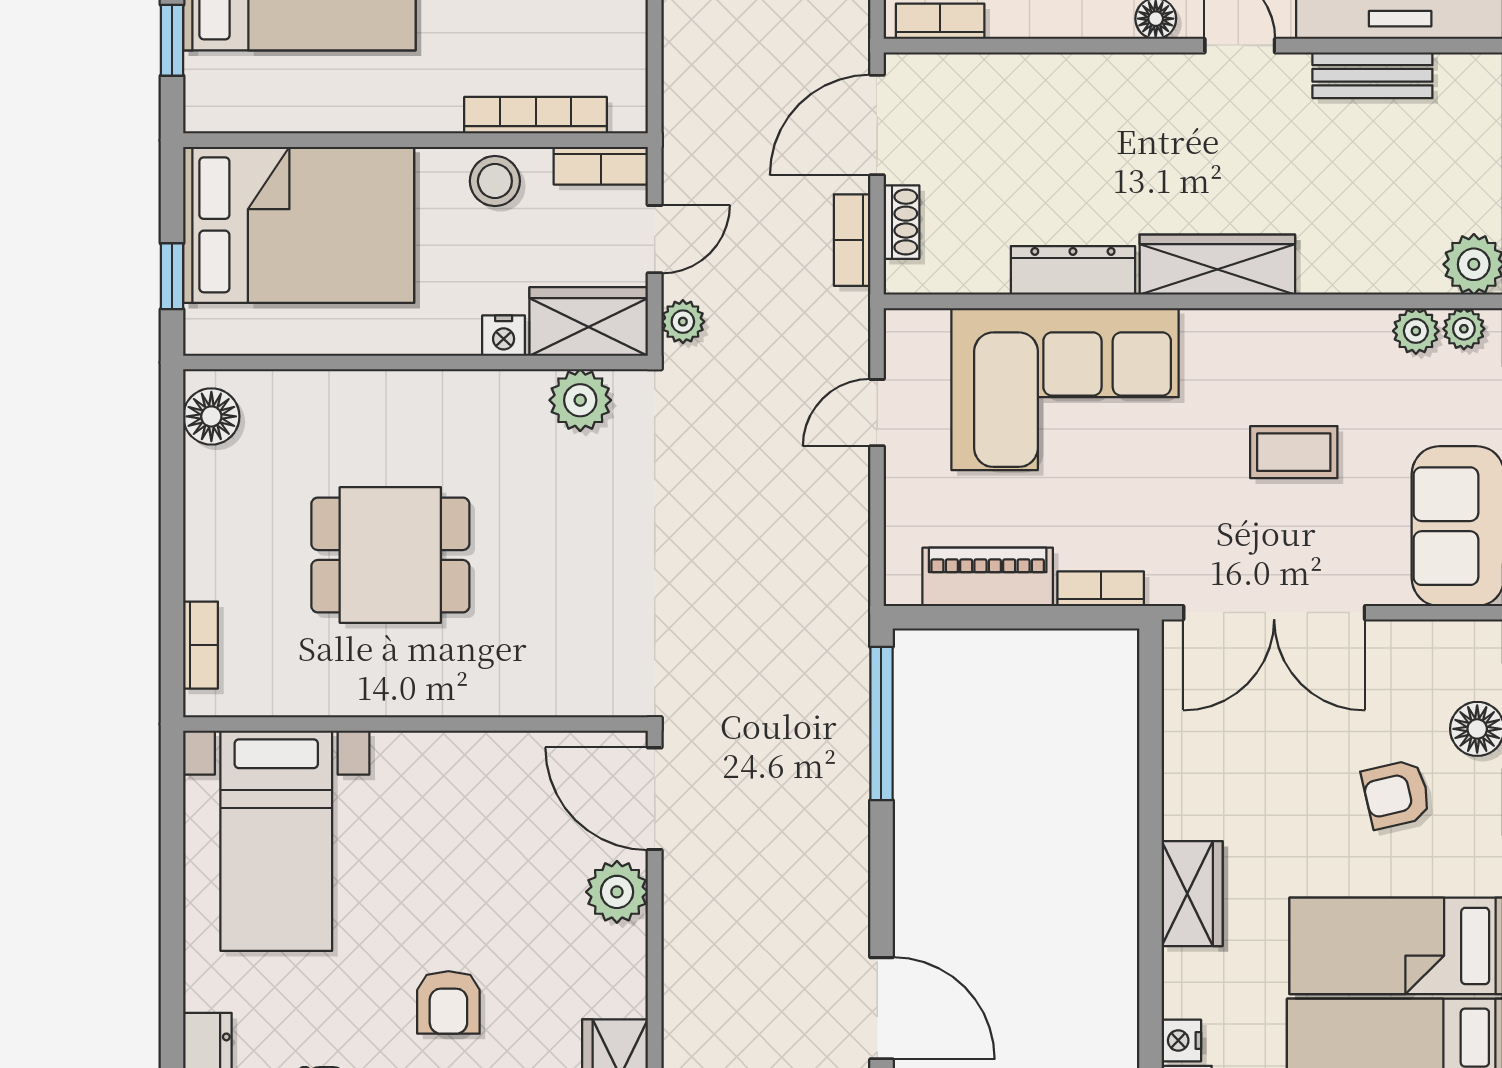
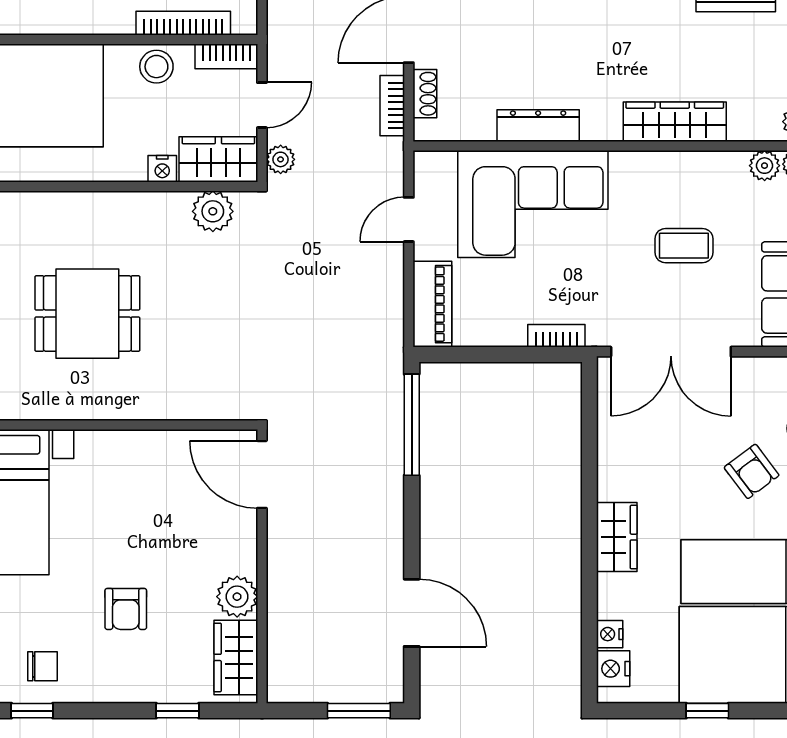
wardrobe: (1217, 265) -> (675, 122), moved
piano: (988, 577) -> (432, 304), moved, turned 90
armchair: (1396, 794) -> (752, 471), turned -114
plant: (617, 892) -> (237, 597), moved

